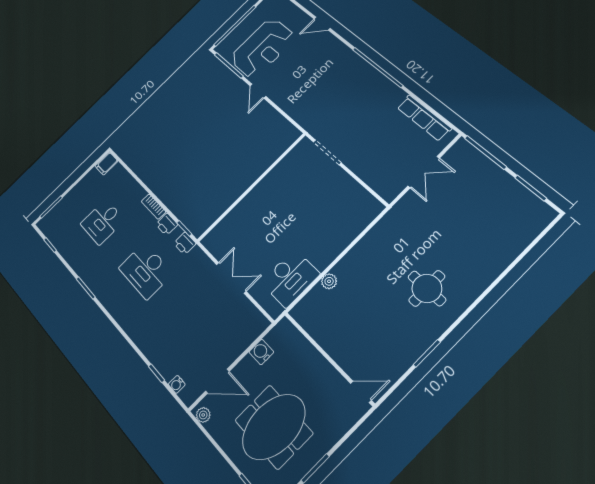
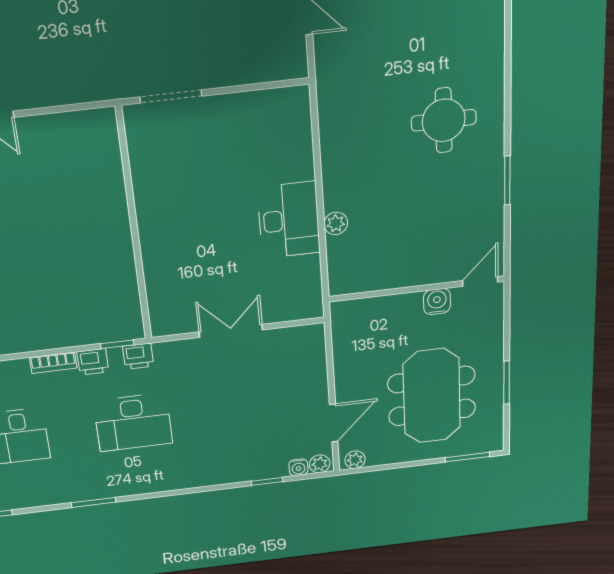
desk: (290, 278) -> (289, 220), moved
water cooler: (261, 352) -> (437, 302), moved, turned 90
plant: (187, 395) -> (320, 464), added

